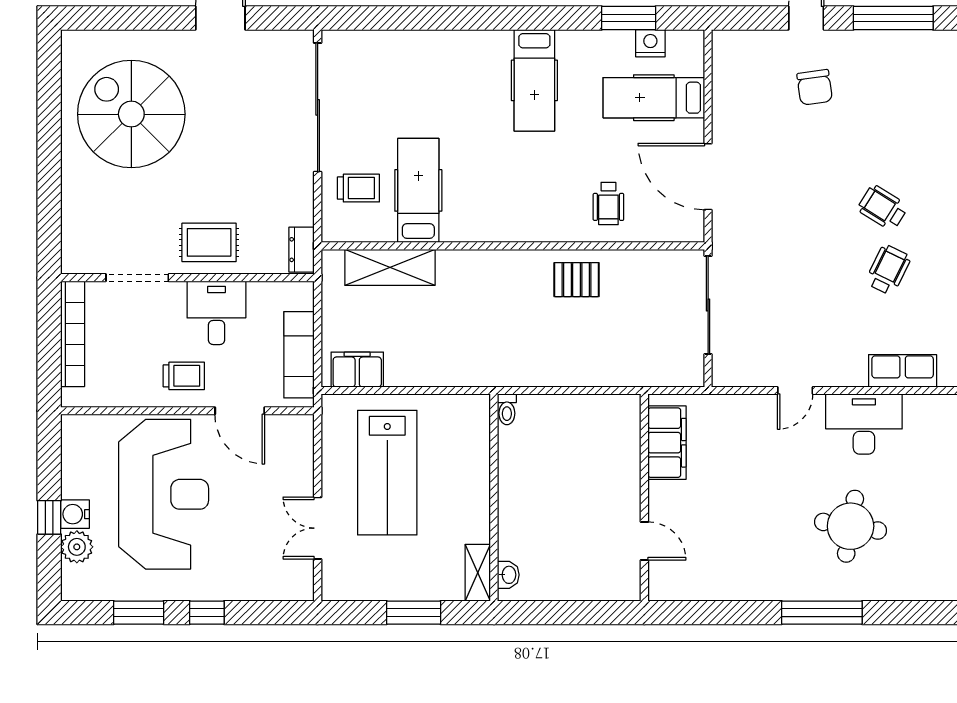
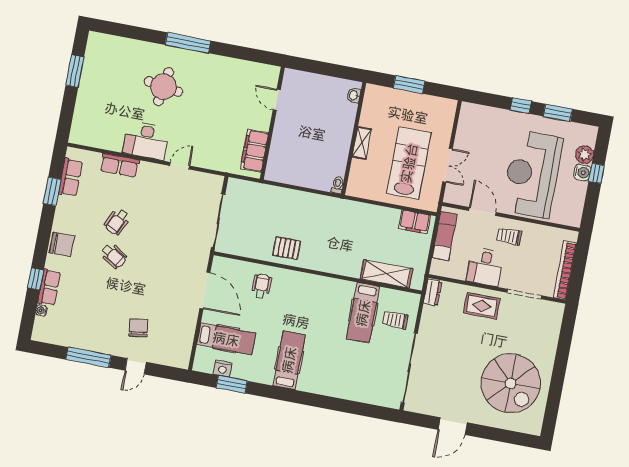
double door: (318, 528) -> (448, 165), moved
shelving: (478, 573) -> (362, 143), moved

